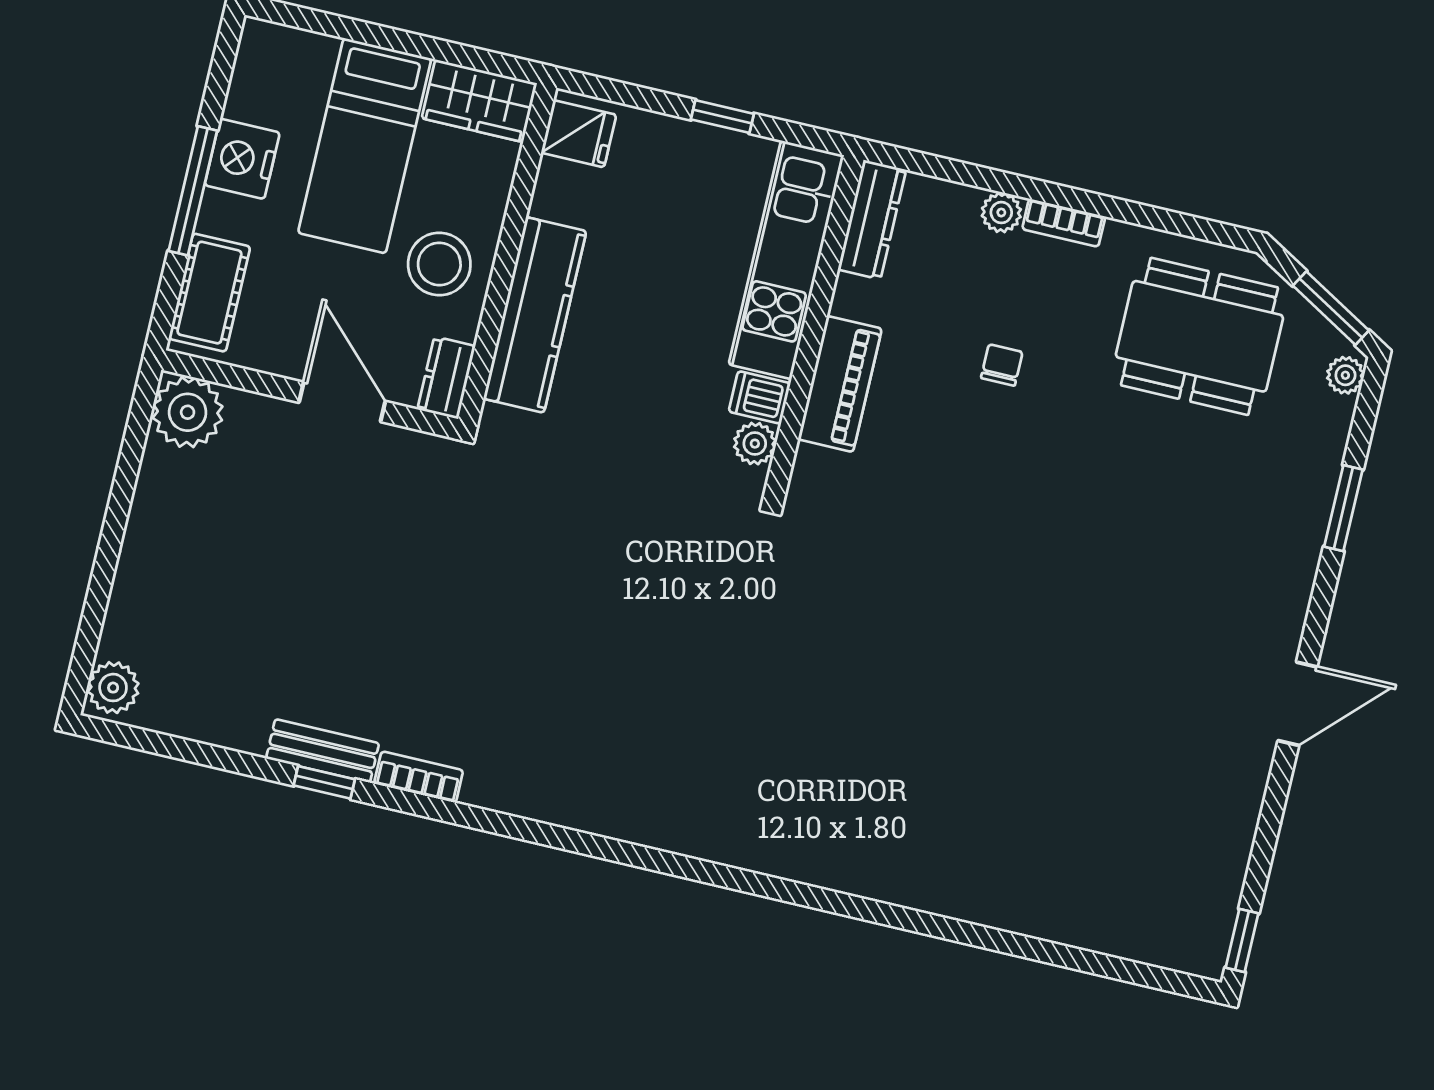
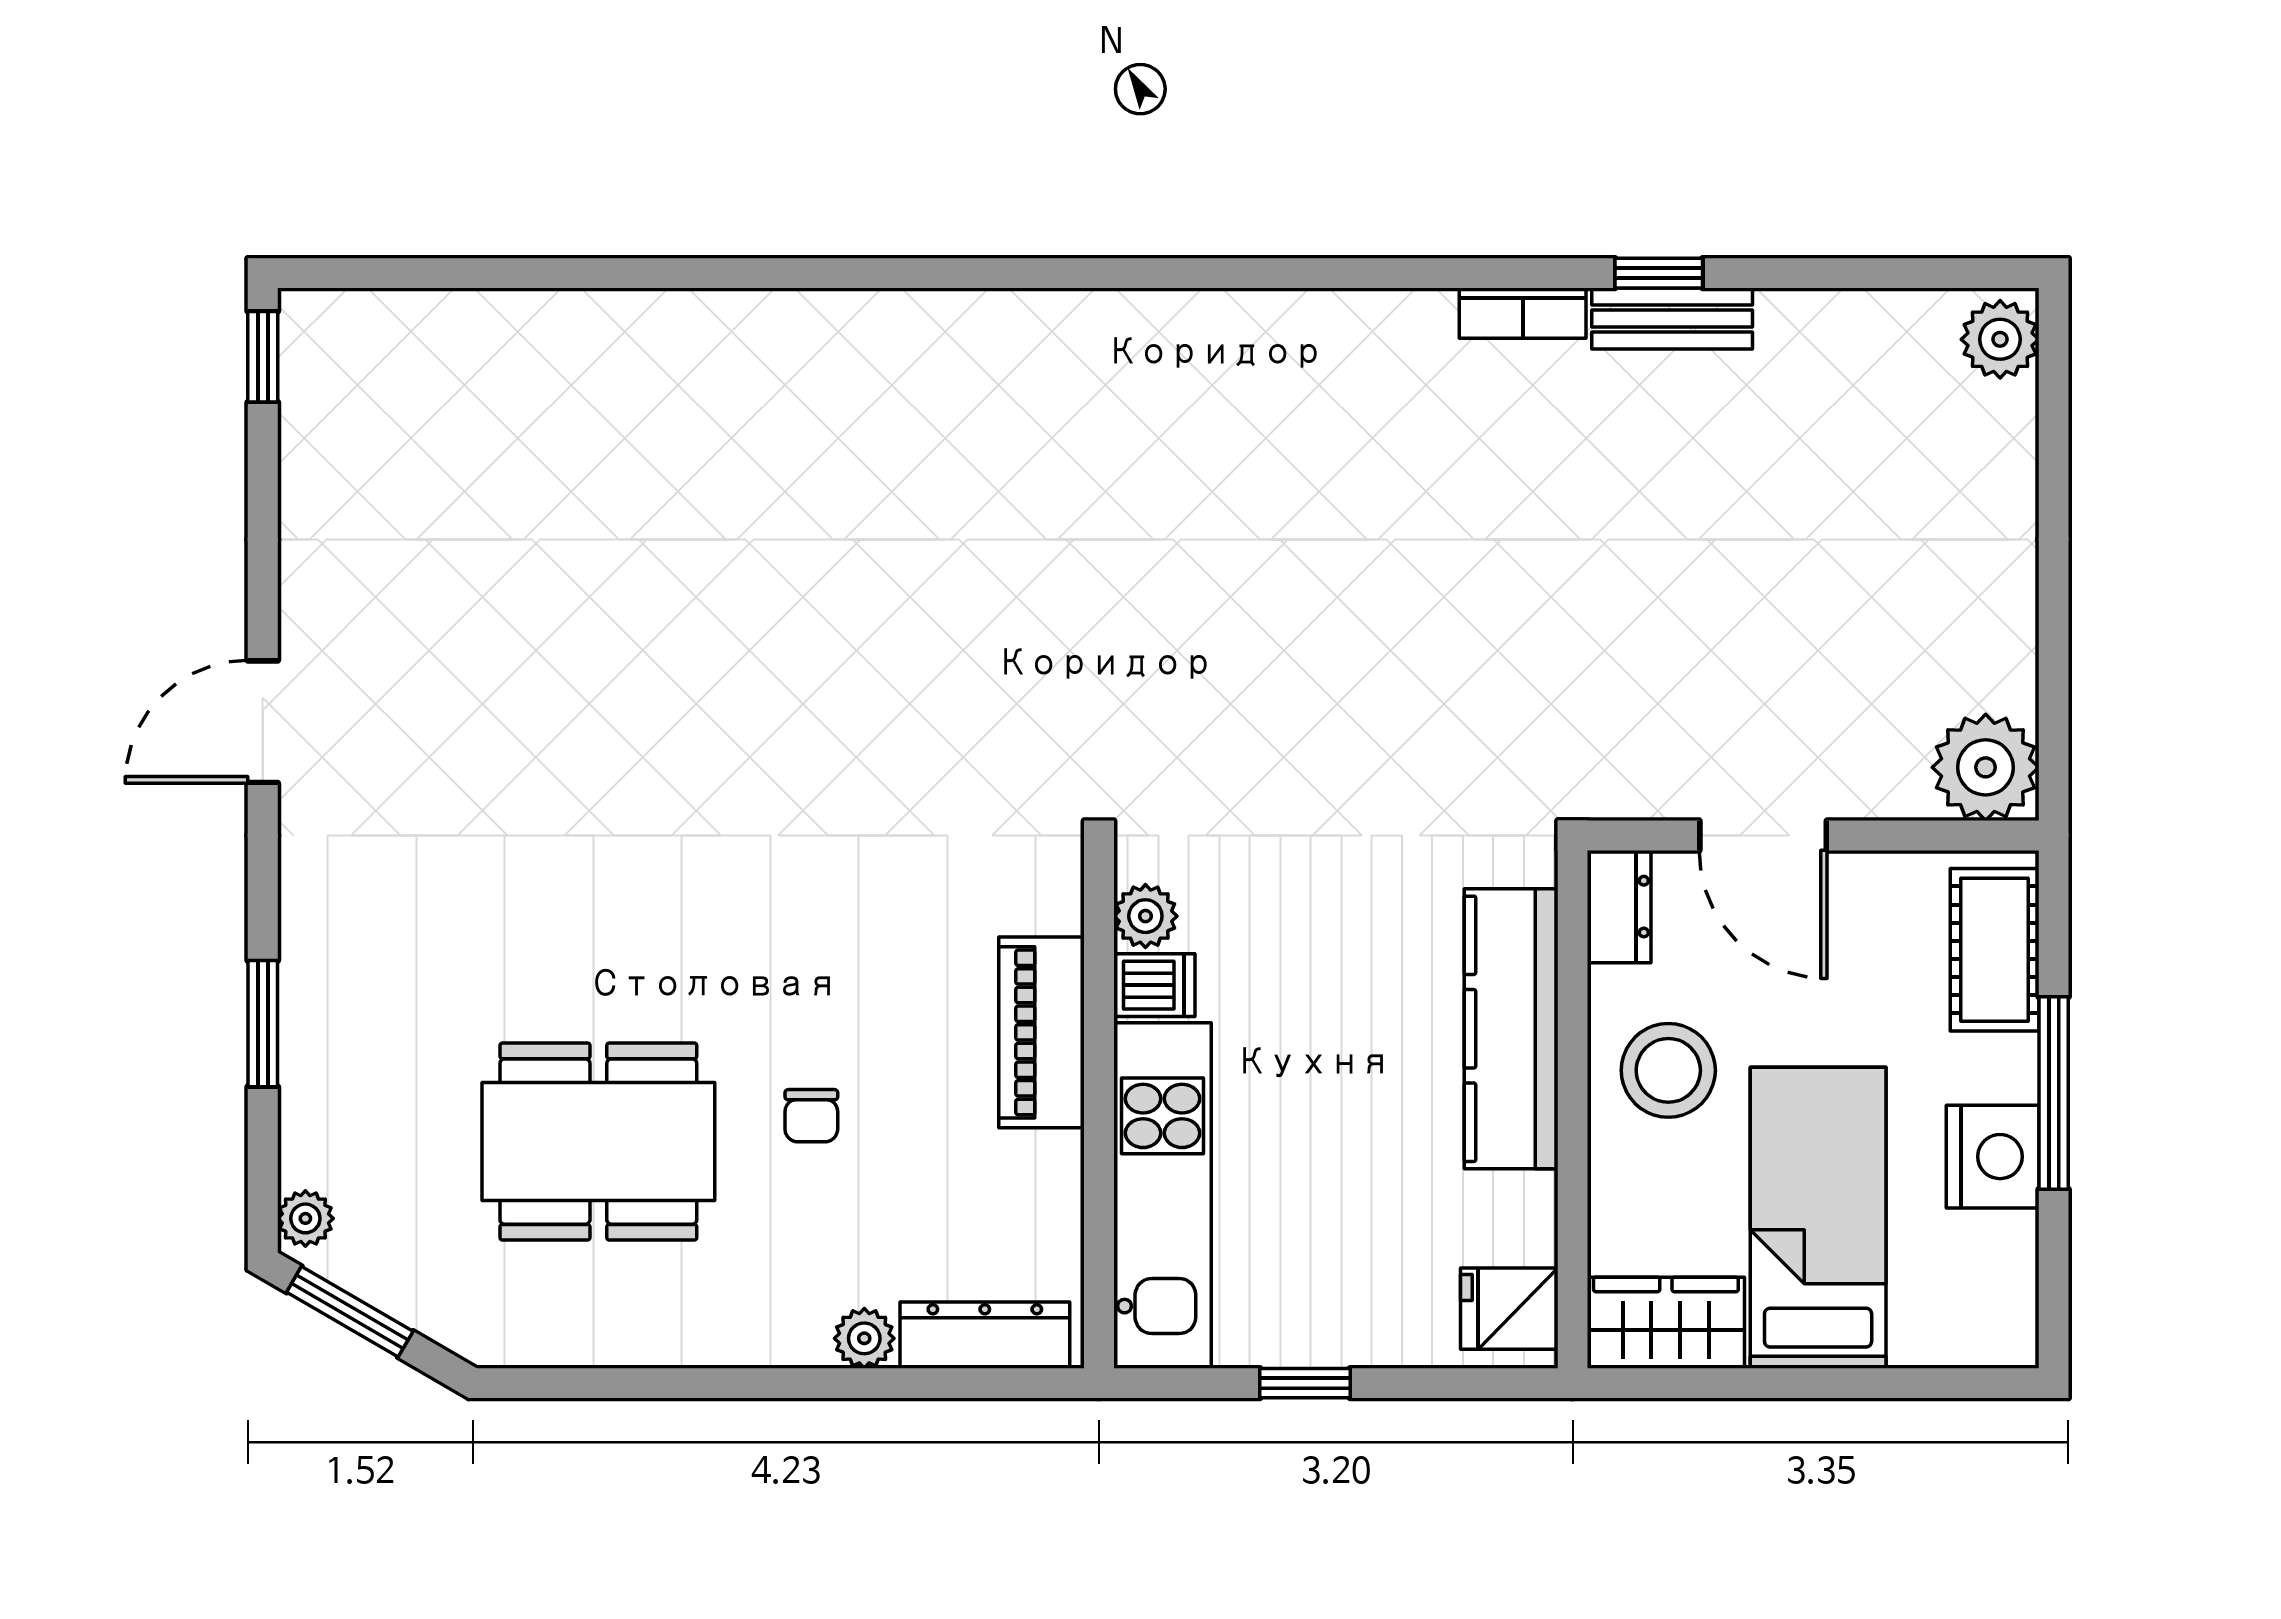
dresser: (872, 220) -> (985, 1335), moved, turned 90
bookcase: (1064, 223) -> (770, 1345), removed
dining table: (1199, 336) -> (598, 1142), moved

